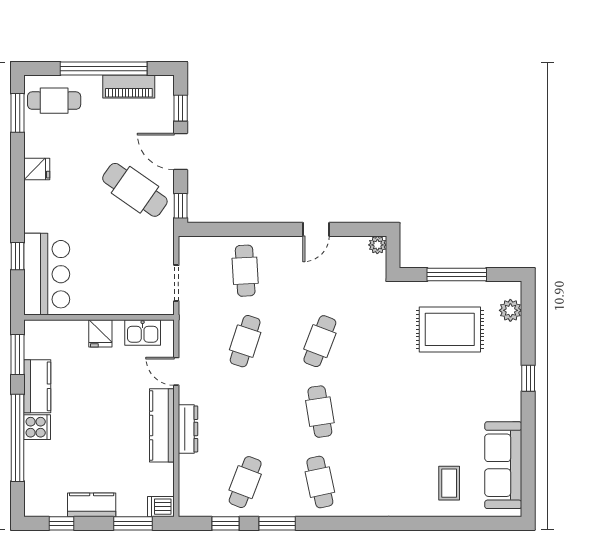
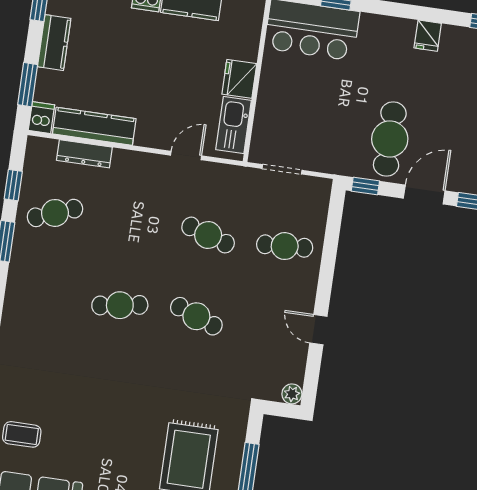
cafe table: (135, 190) -> (390, 139), turned -35
kitchen sink: (143, 332) -> (234, 125), width x1.38
fridge: (100, 333) -> (239, 79), width x1.38
kitchen counter: (162, 425) -> (94, 126), moved
dresser: (188, 429) -> (84, 154), moved
cafe table: (245, 482) -> (55, 213), turned -42
cafe table: (320, 482) -> (43, 294), removed

